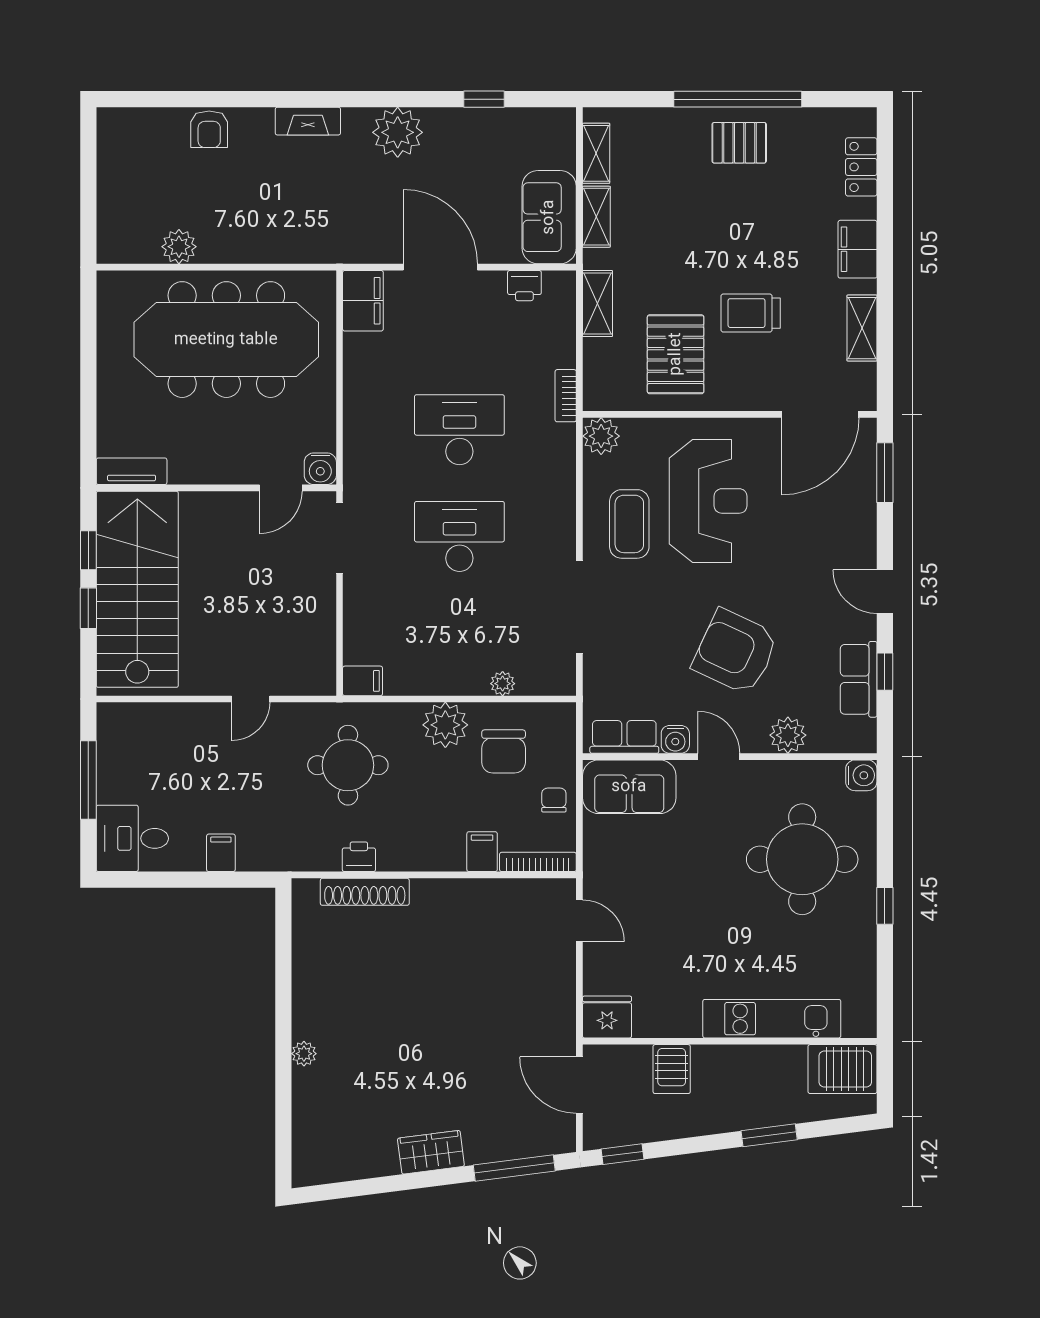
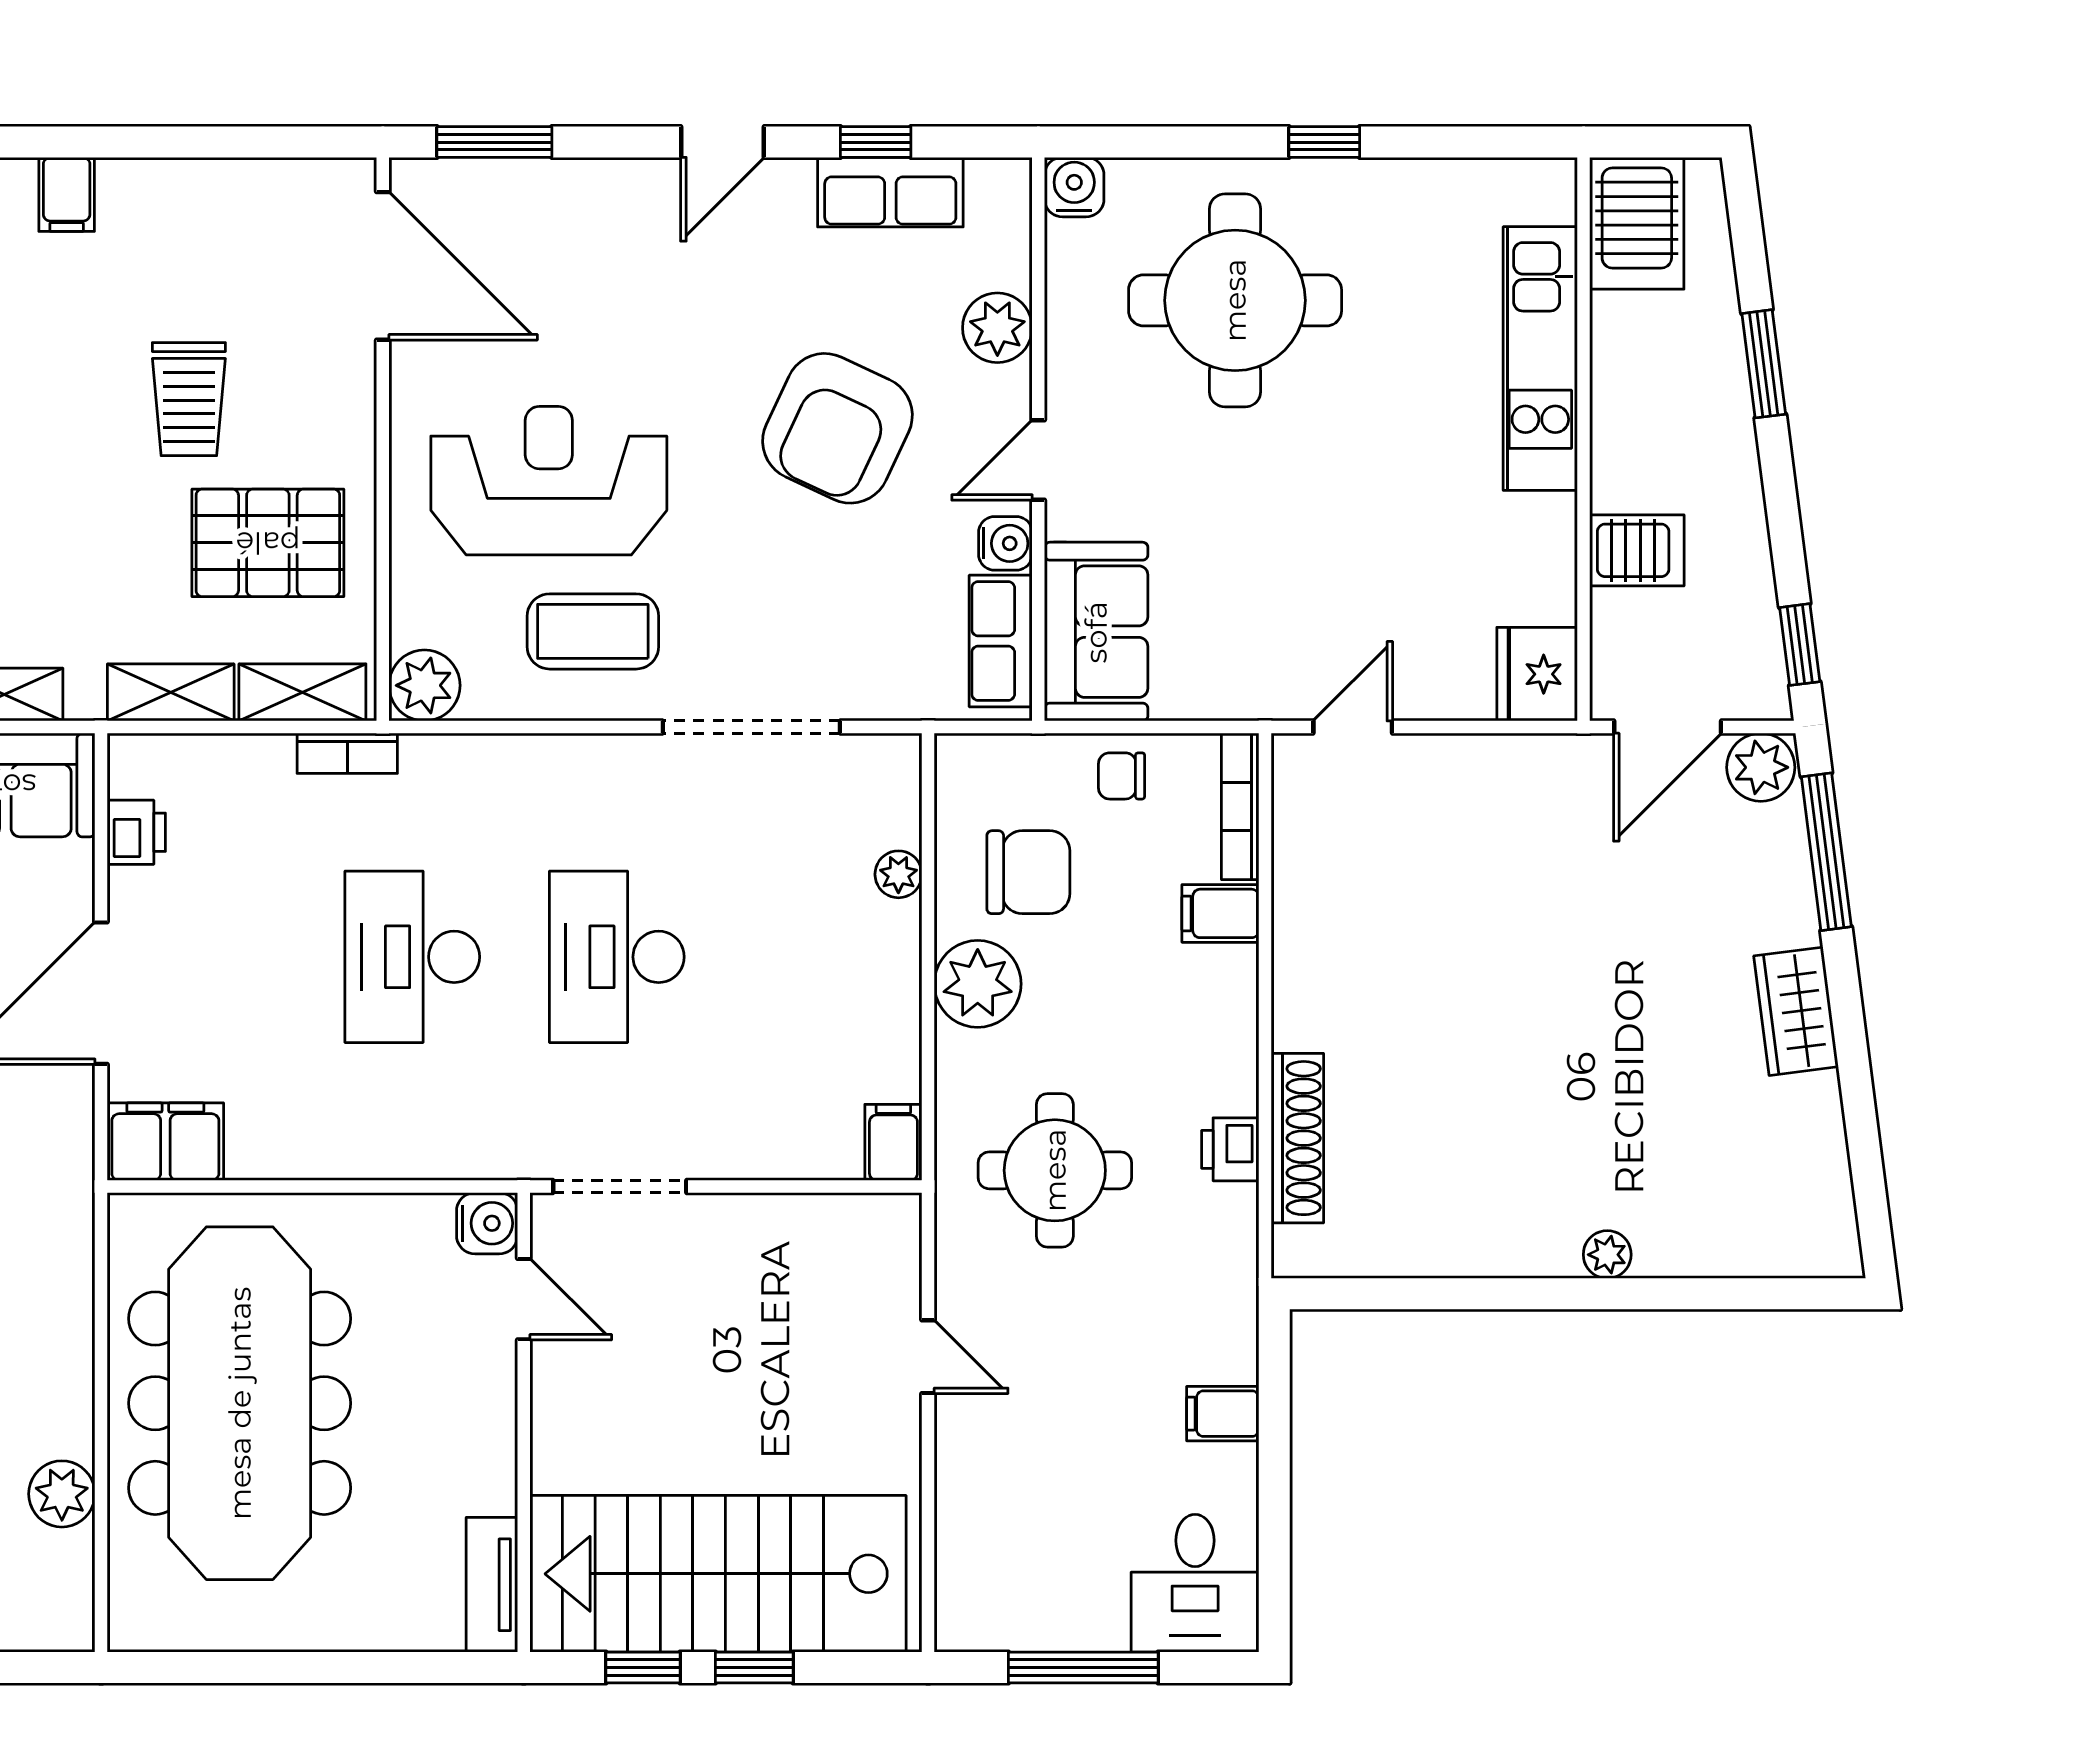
filing cabinet: (858, 249) -> (67, 194), width x0.50
shelving: (862, 328) -> (302, 692), moved
plant: (558, 1134) -> (1761, 767), added

